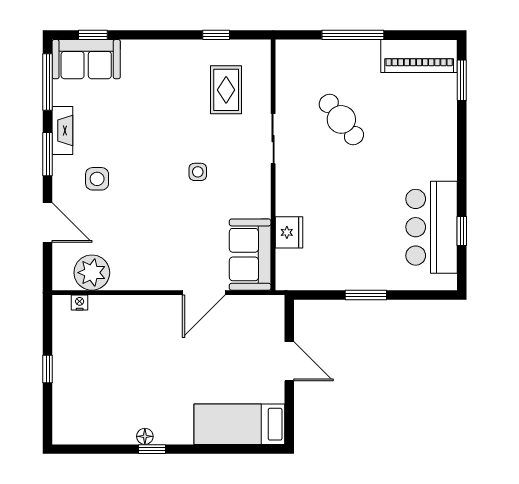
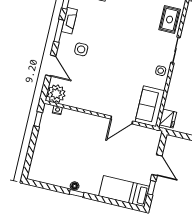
rug: (226, 90) -> (170, 20), moved
side table: (198, 172) -> (161, 71), moved
fridge: (289, 232) -> (168, 118), moved
plant: (92, 273) -> (56, 94), moved
window: (48, 369) -> (38, 119), moved
window: (289, 406) -> (152, 188), added

